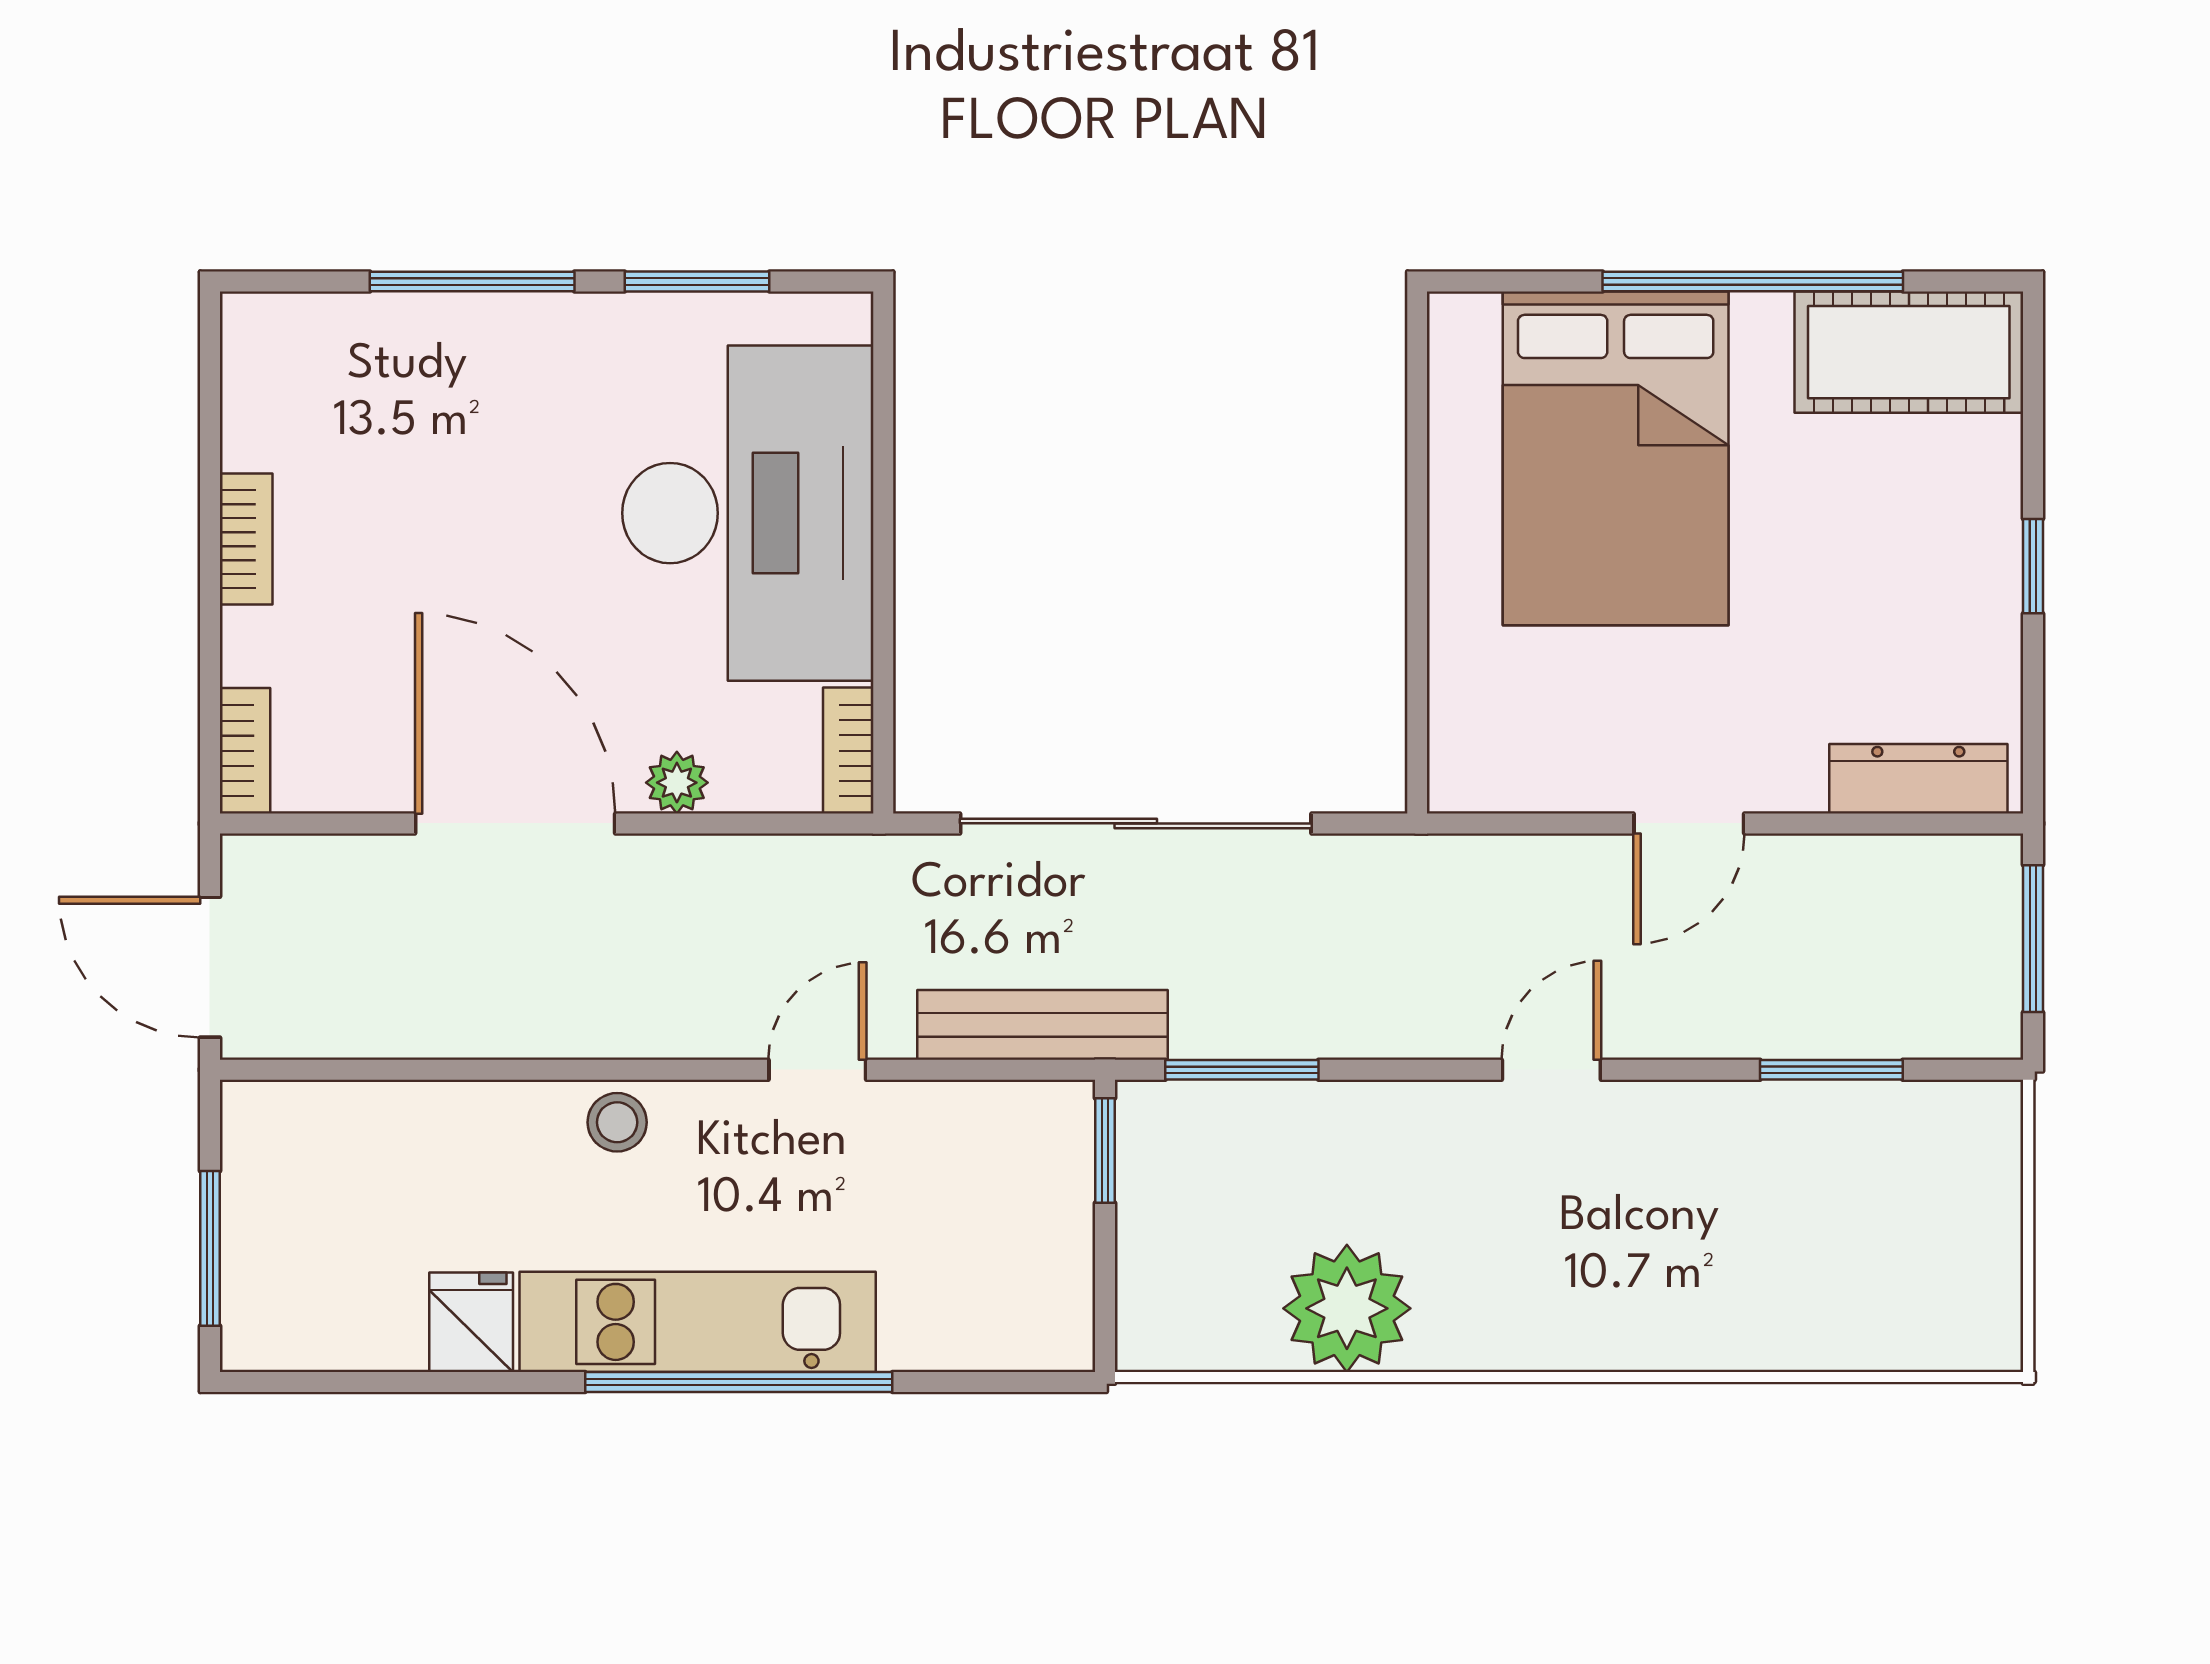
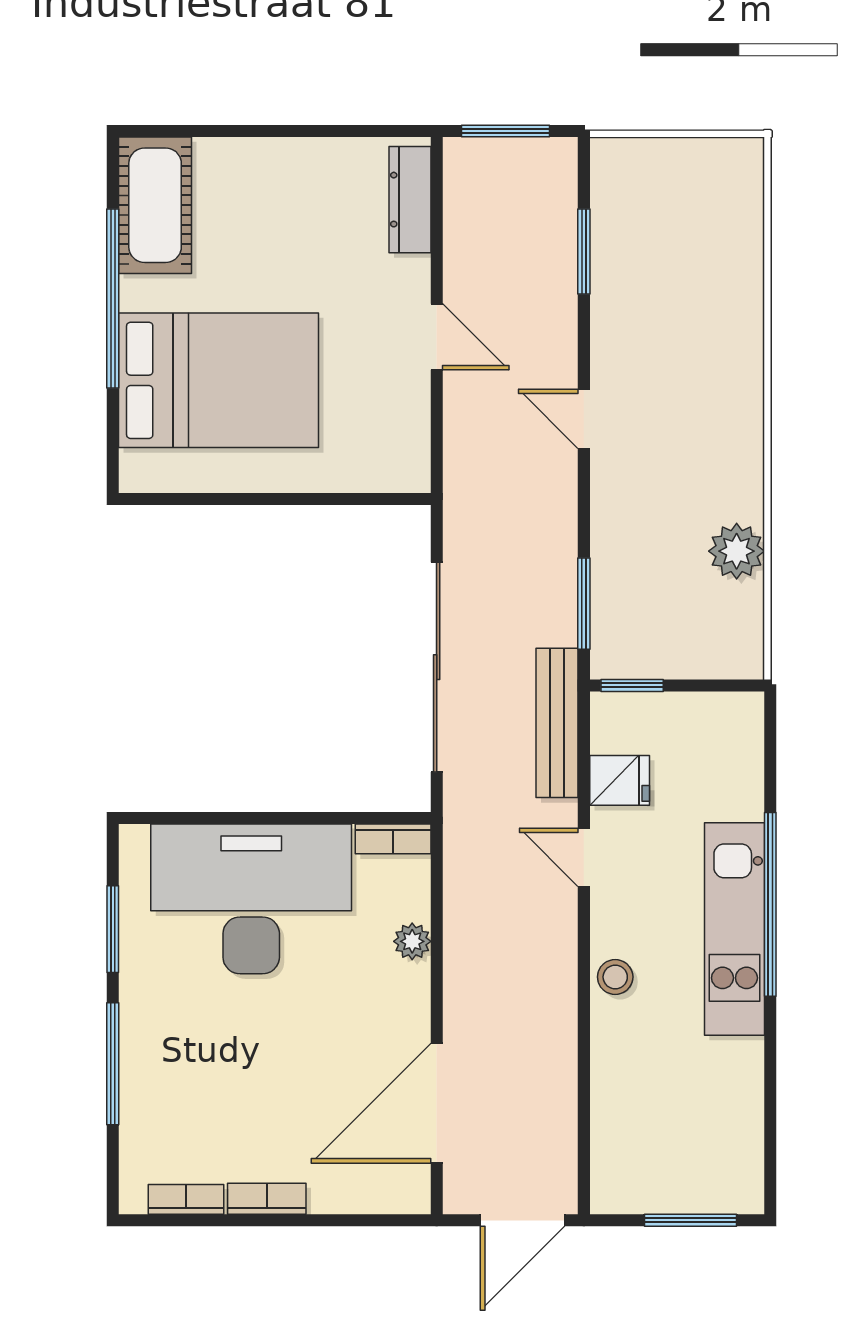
window: (2033, 566) -> (283, 131), removed
bookcase: (245, 751) -> (186, 1199), moved
door: (515, 823) -> (437, 1103), moved
plant: (1347, 1308) -> (737, 551), width x0.73, depth x0.73
fridge: (471, 1322) -> (620, 780), moved, turned 180

